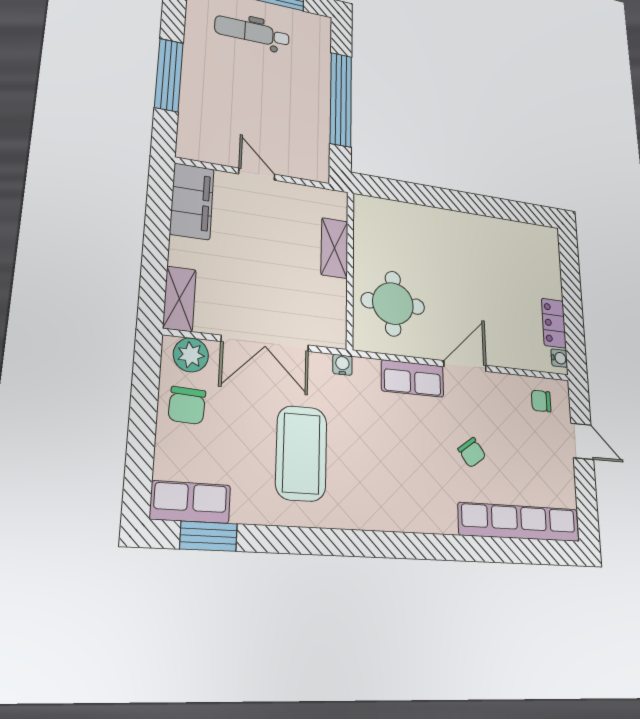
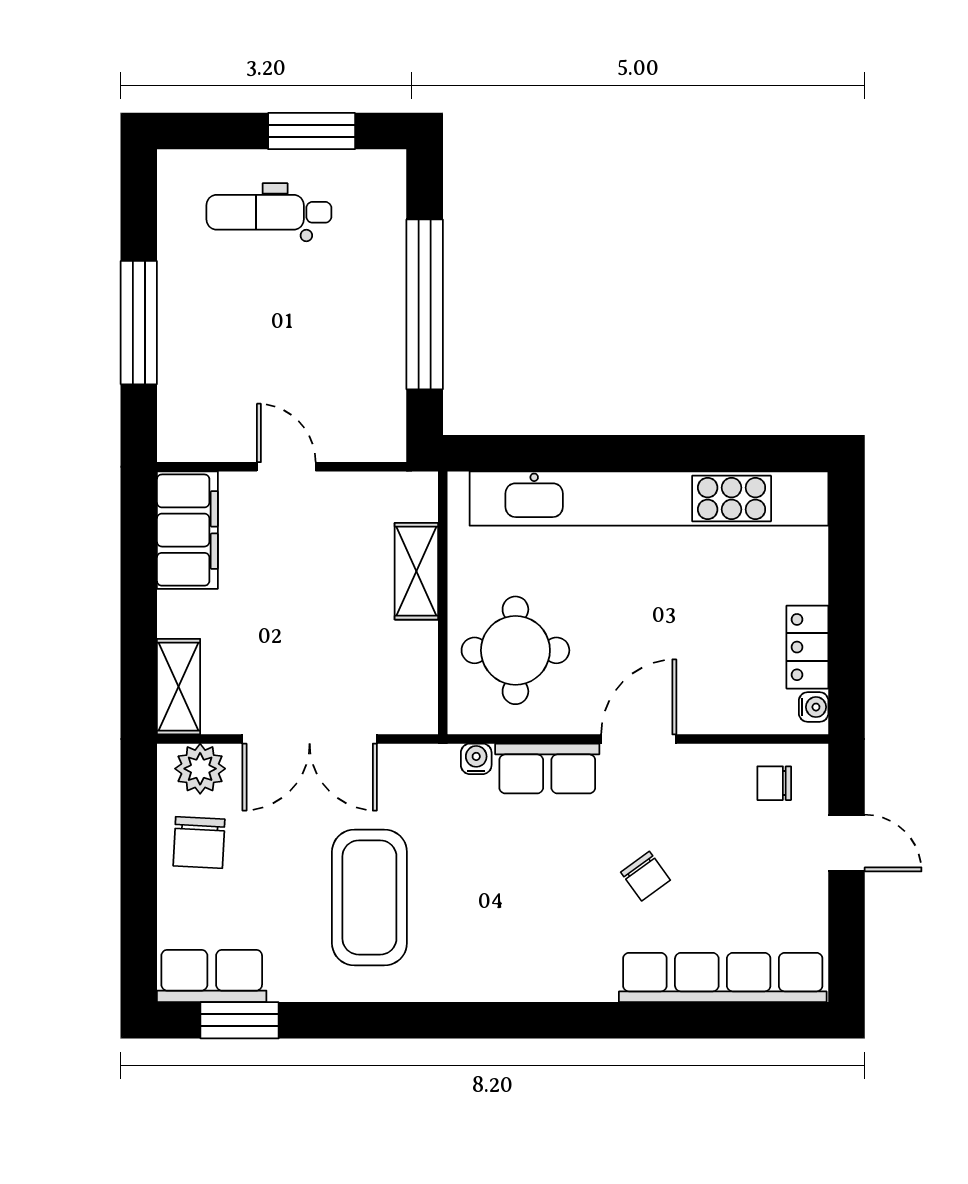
kitchen unit: (466, 227) -> (649, 499), added
water cooler: (342, 365) -> (476, 759), moved

